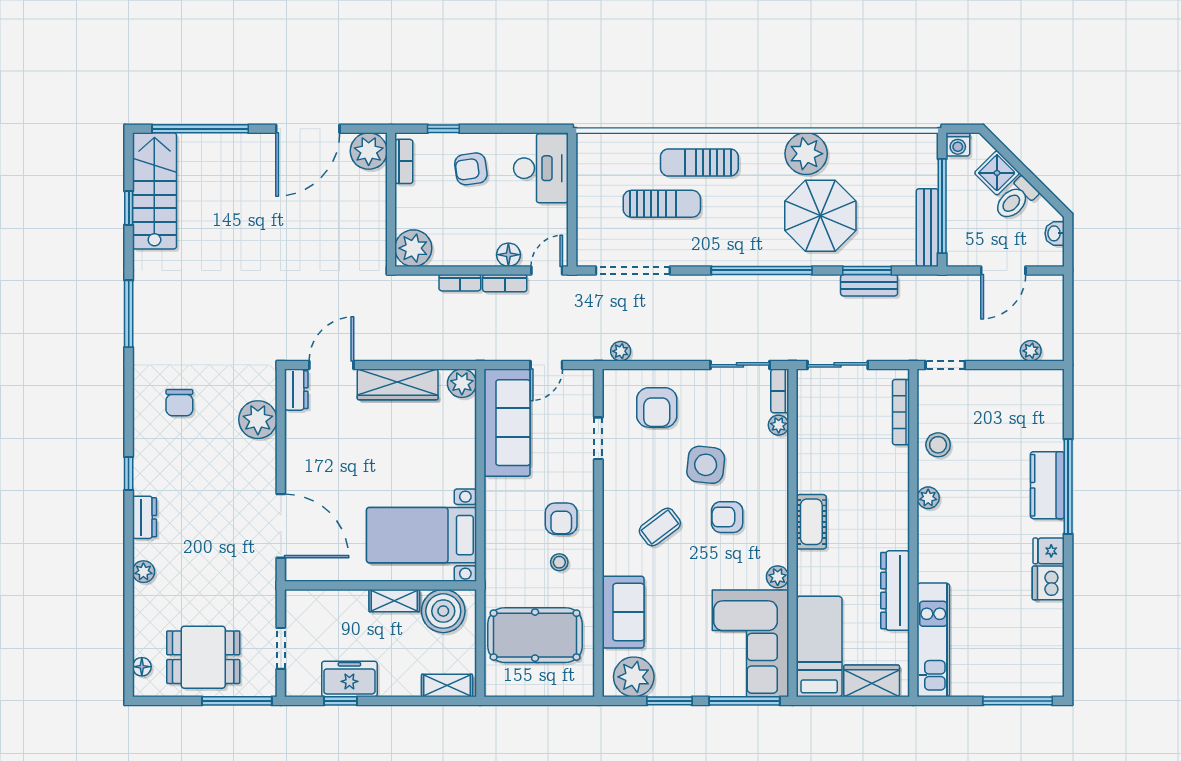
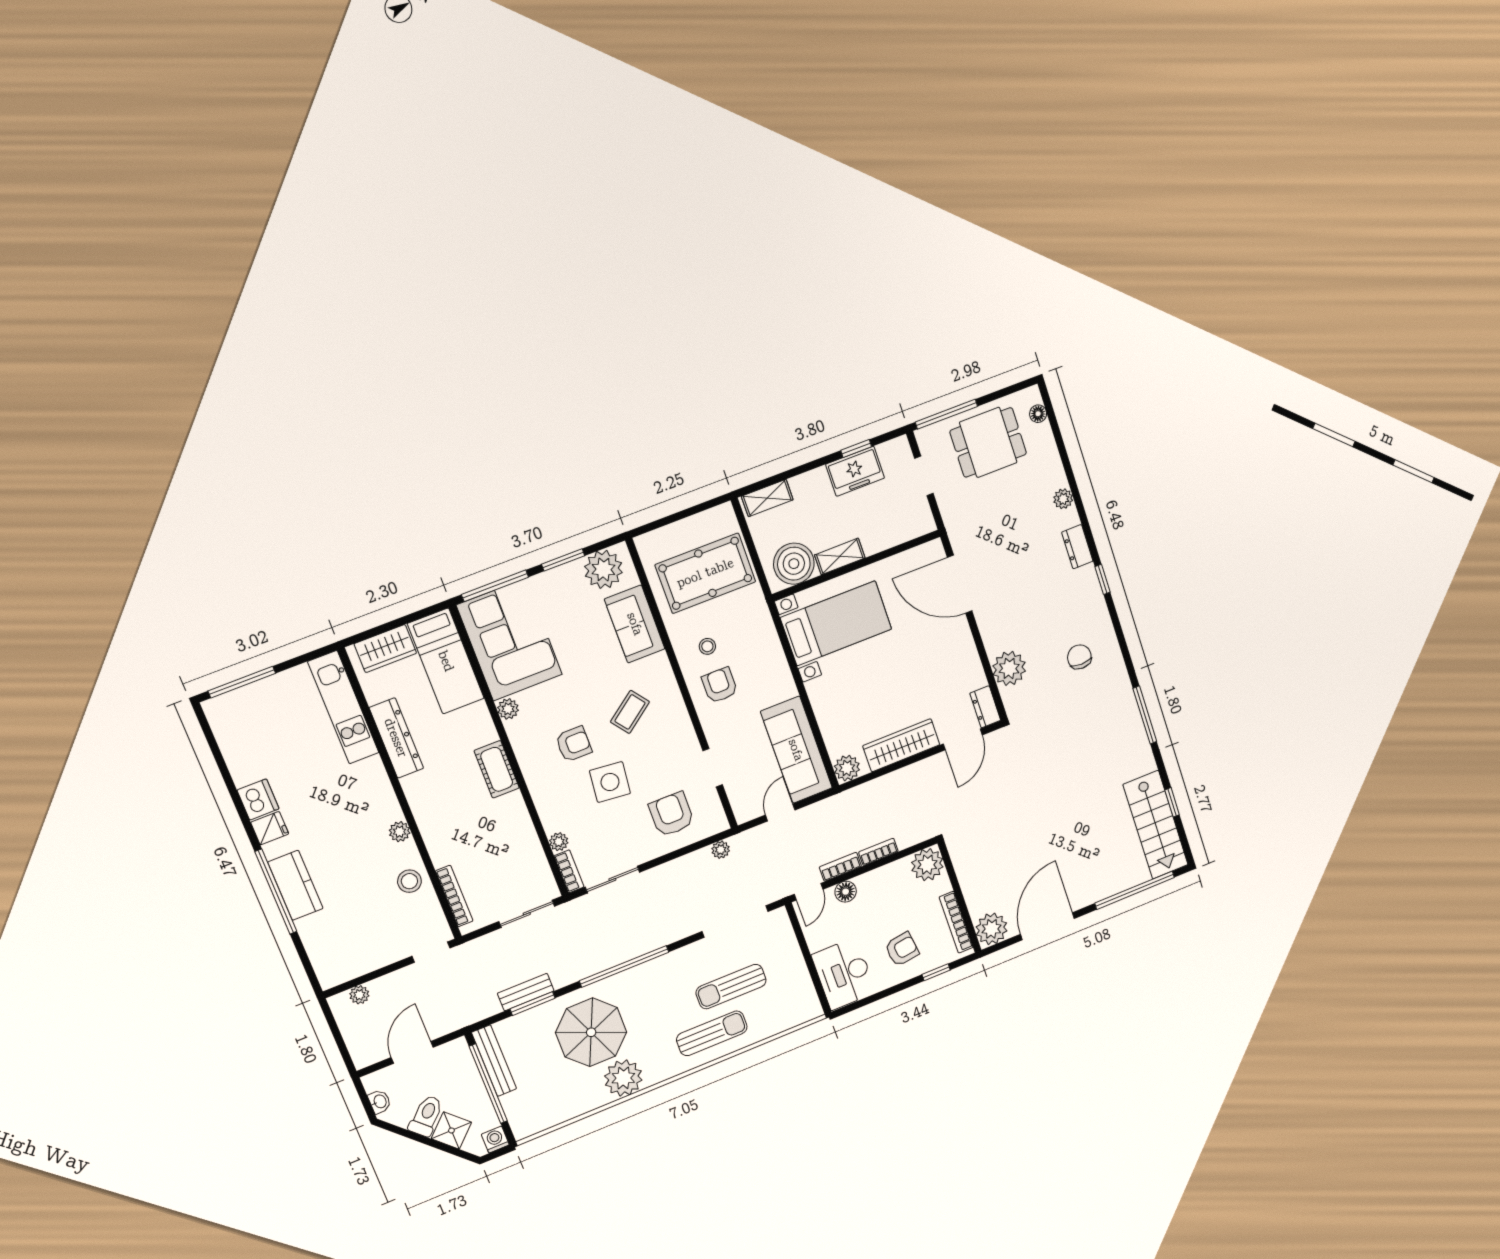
bookcase: (404, 161) -> (956, 922), width x1.56

